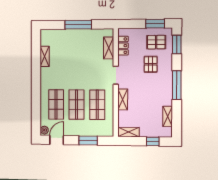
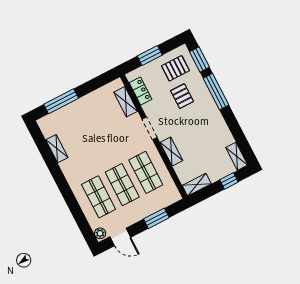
window: (155, 24) -> (150, 56), moved
window: (78, 25) -> (61, 101), moved
window: (177, 85) -> (216, 92), moved
shelving: (168, 116) -> (237, 156), moved
door: (57, 140) -> (120, 237), swing flipped

